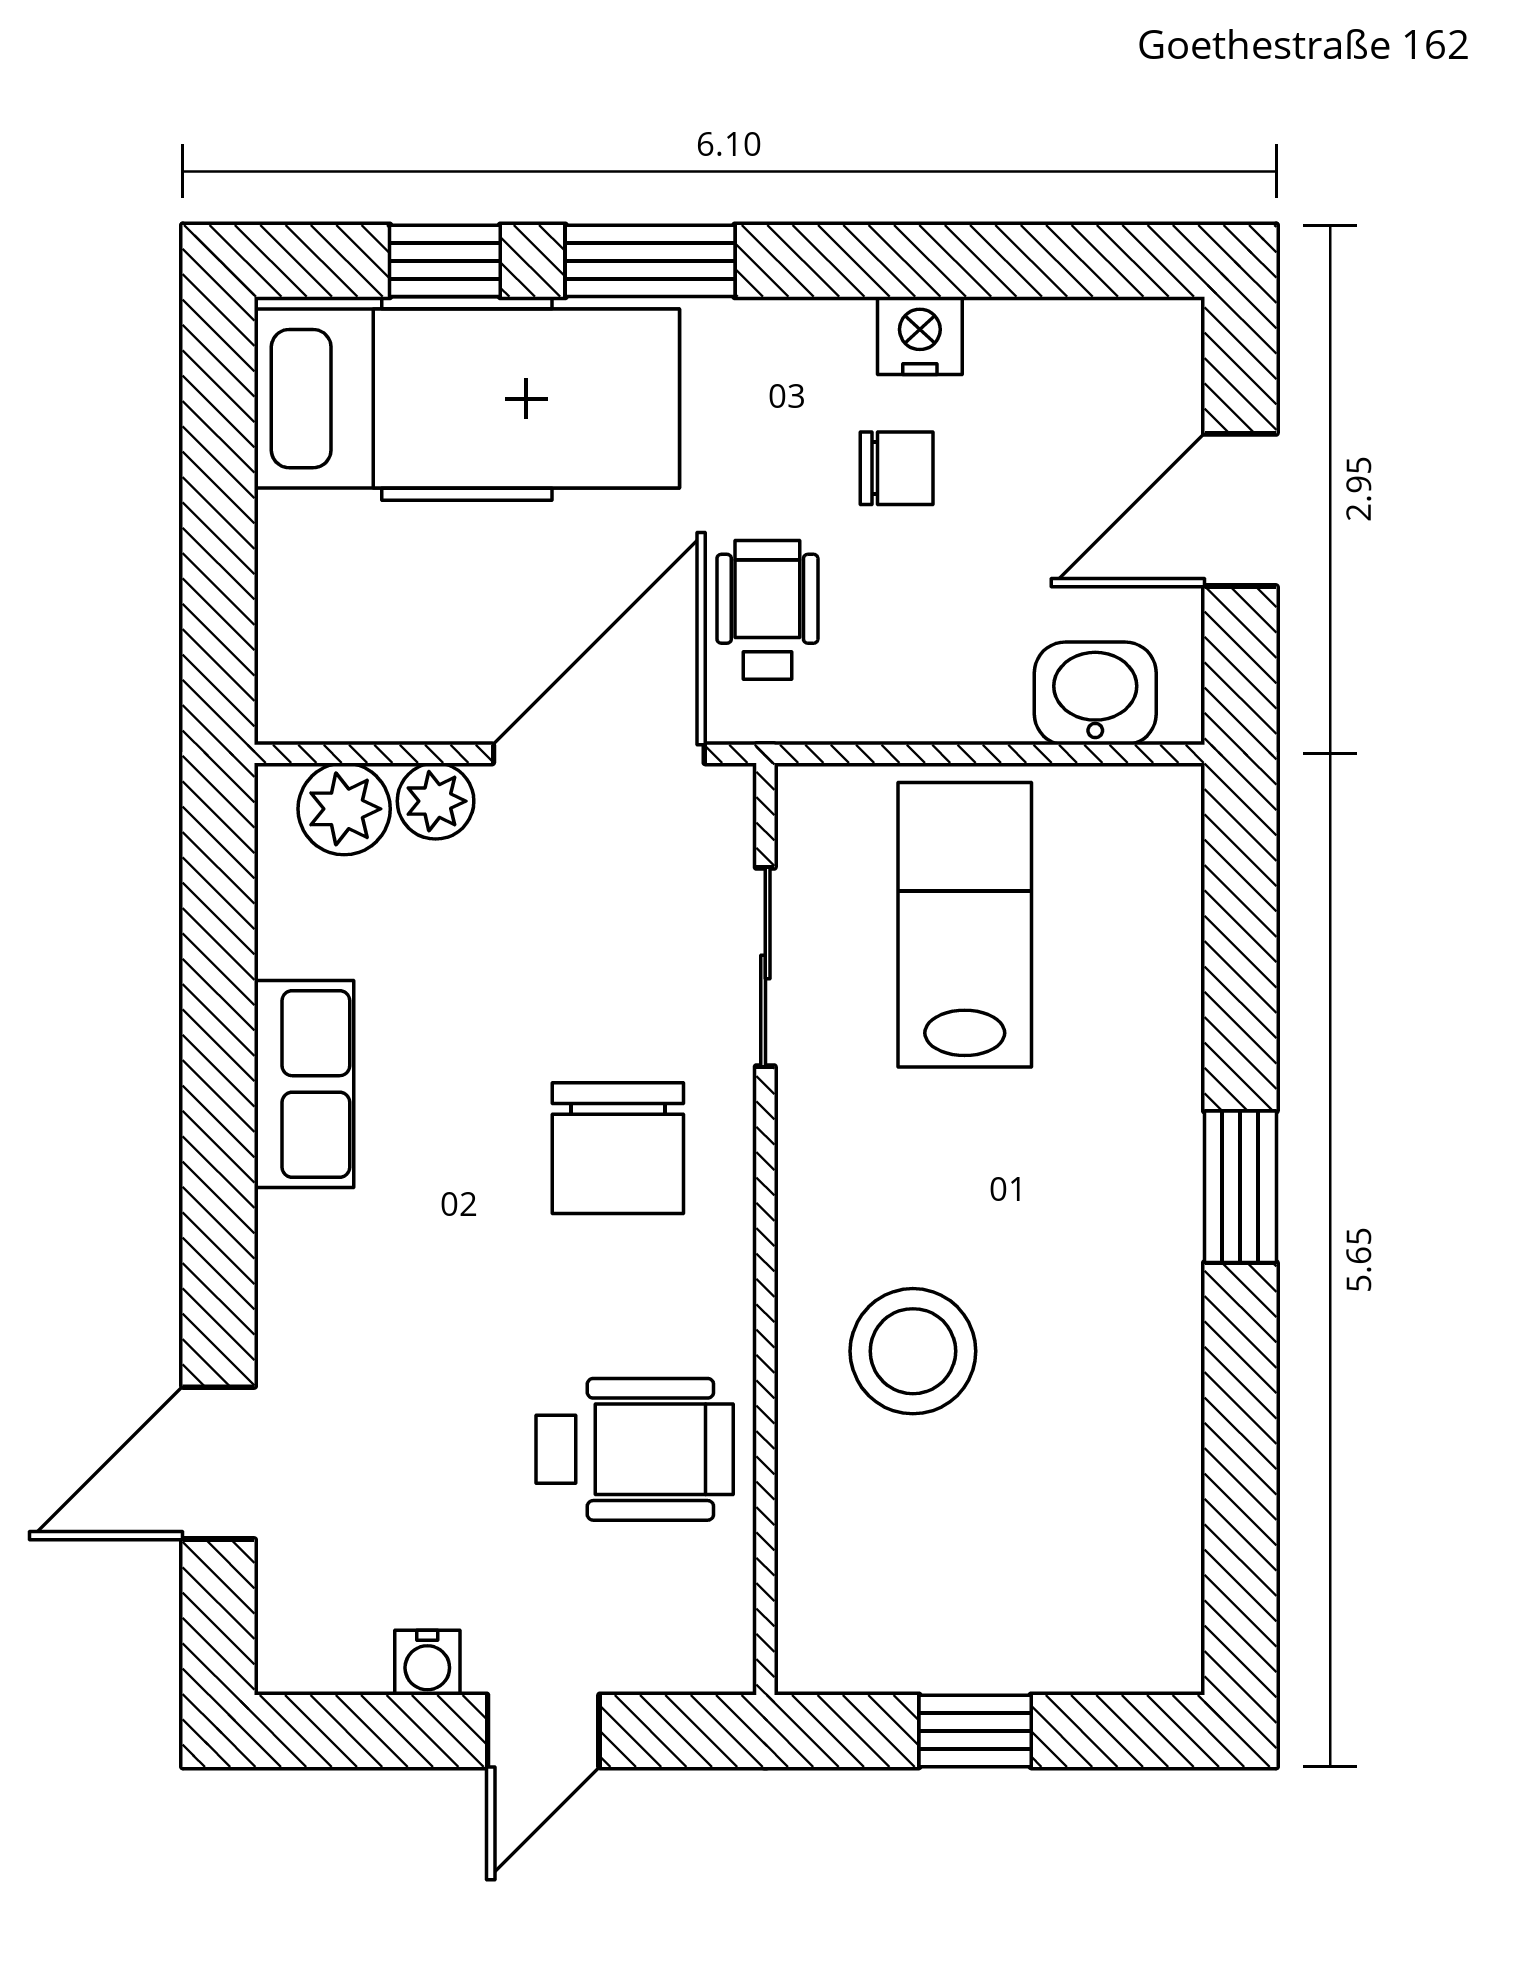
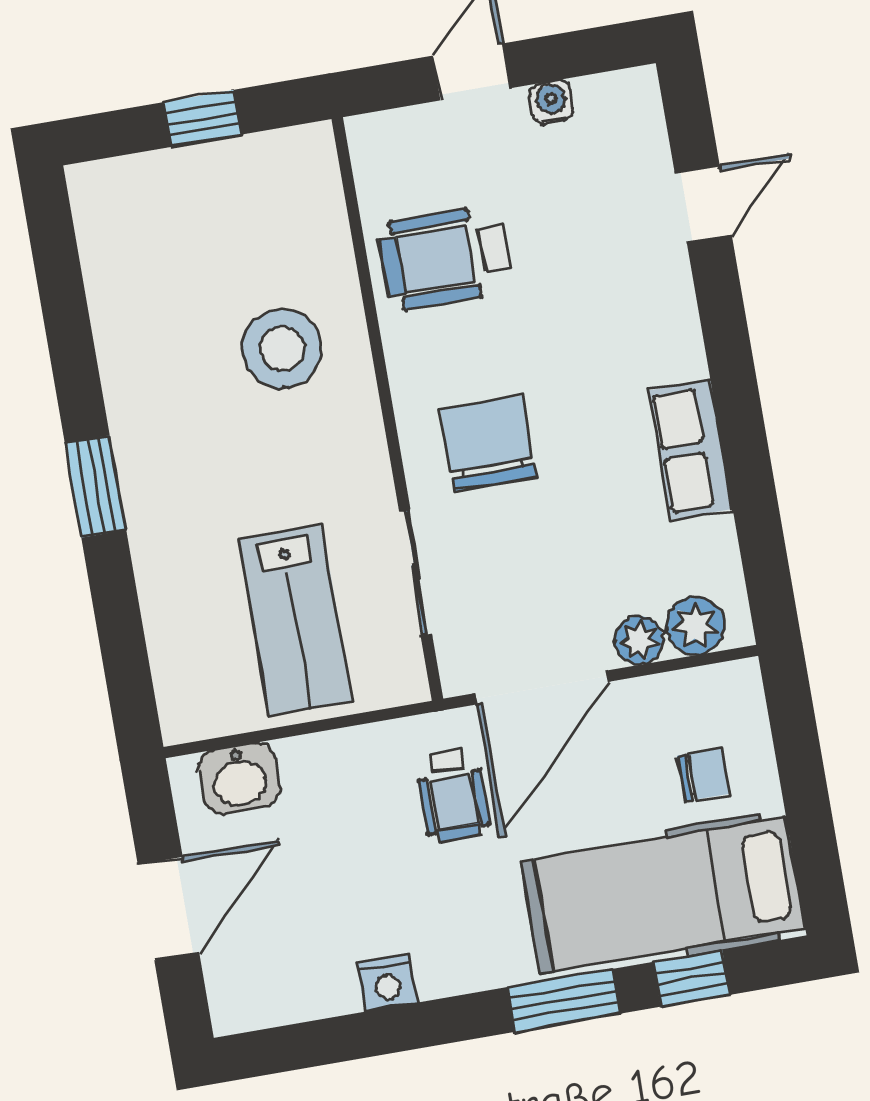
chair: (897, 468) -> (704, 775), moved, turned 180
door: (219, 1463) -> (703, 204), width x0.73

